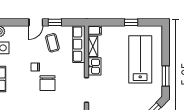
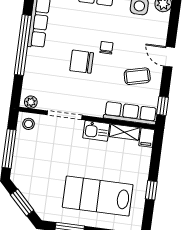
window: (55, 22) -> (162, 106), moved
lab bench: (140, 59) -> (98, 196), turned 180

